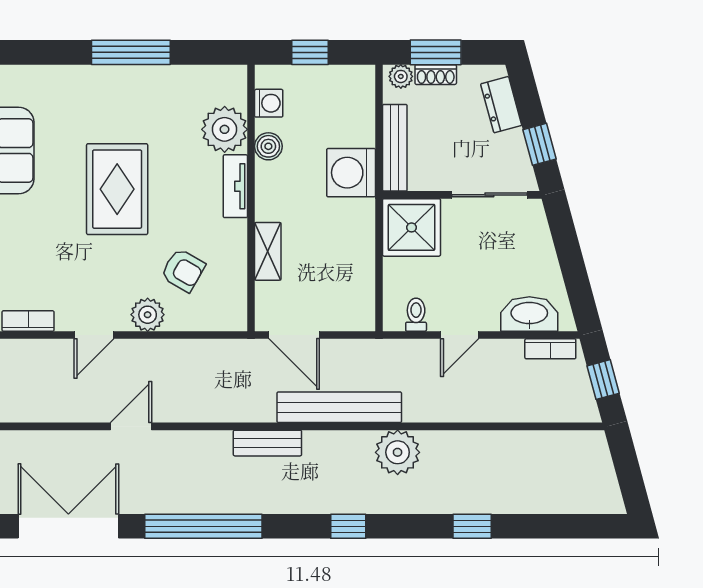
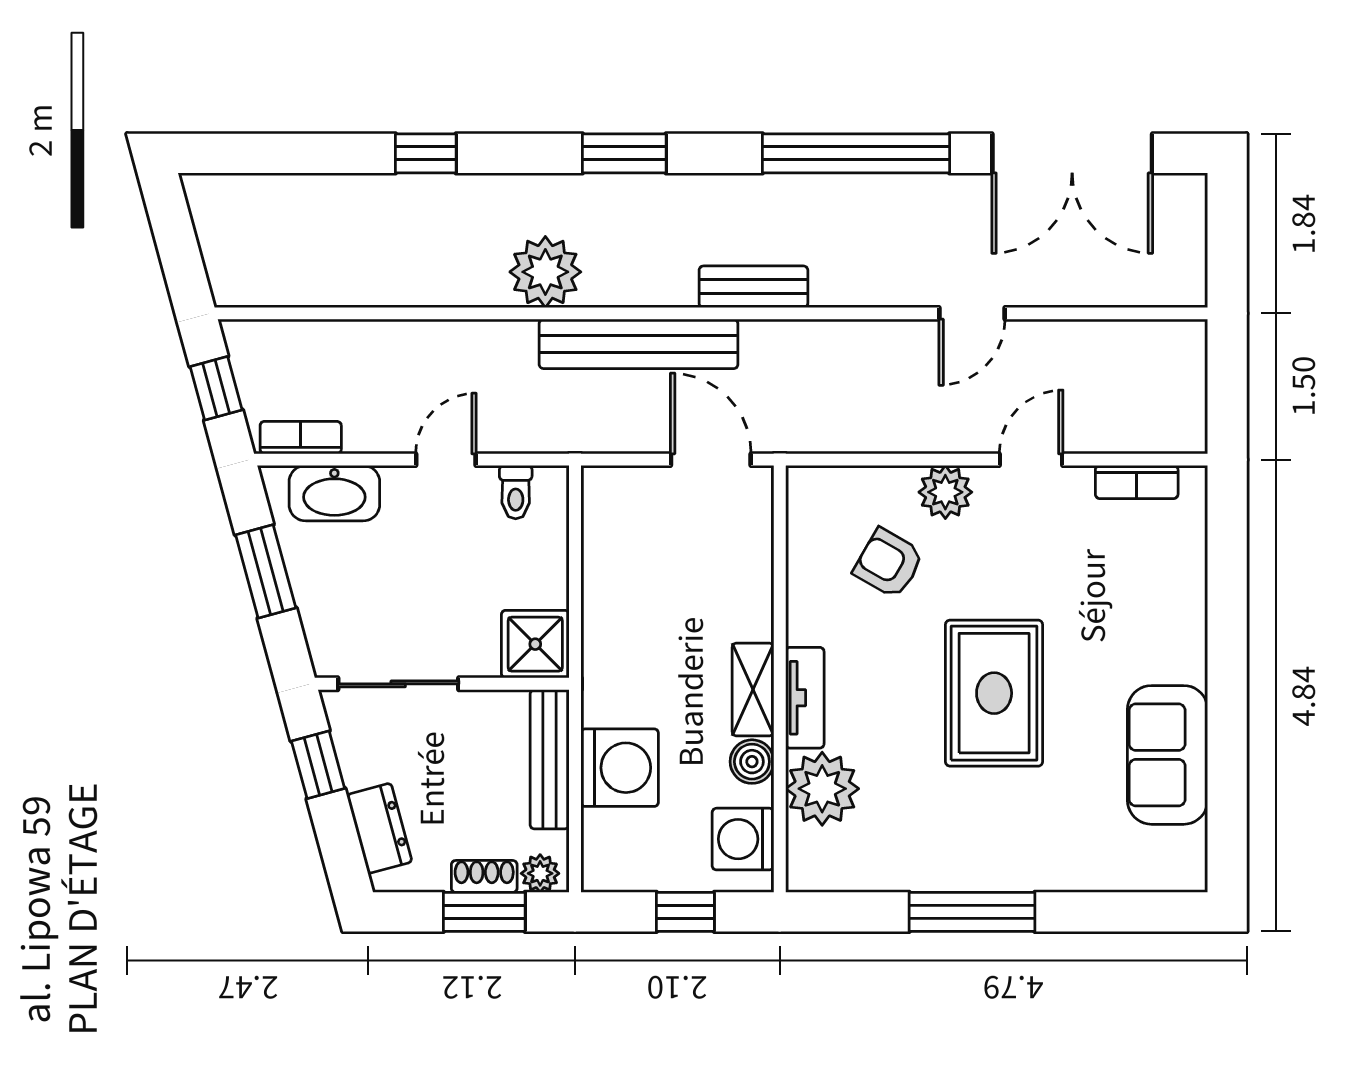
washing machine: (269, 103) -> (743, 839), width x1.38, depth x1.38
washing machine: (351, 173) -> (620, 768), moved
shower: (411, 227) -> (535, 644), width x0.73, depth x0.73
shelving: (268, 251) -> (753, 690), moved
window: (572, 265) -> (266, 571), added
window: (348, 526) -> (624, 153), width x1.50

